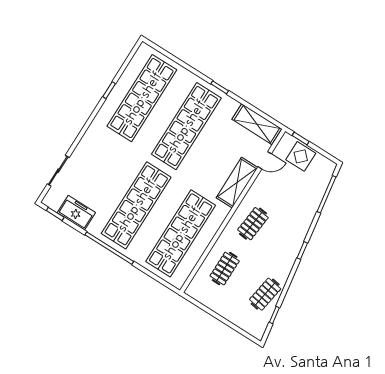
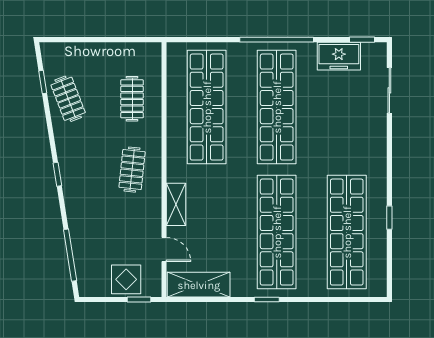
door: (265, 160) -> (164, 250), swing flipped
shelving: (237, 183) -> (176, 204), width x0.67, depth x0.75
clothes rail: (265, 294) -> (68, 99), turned -30

